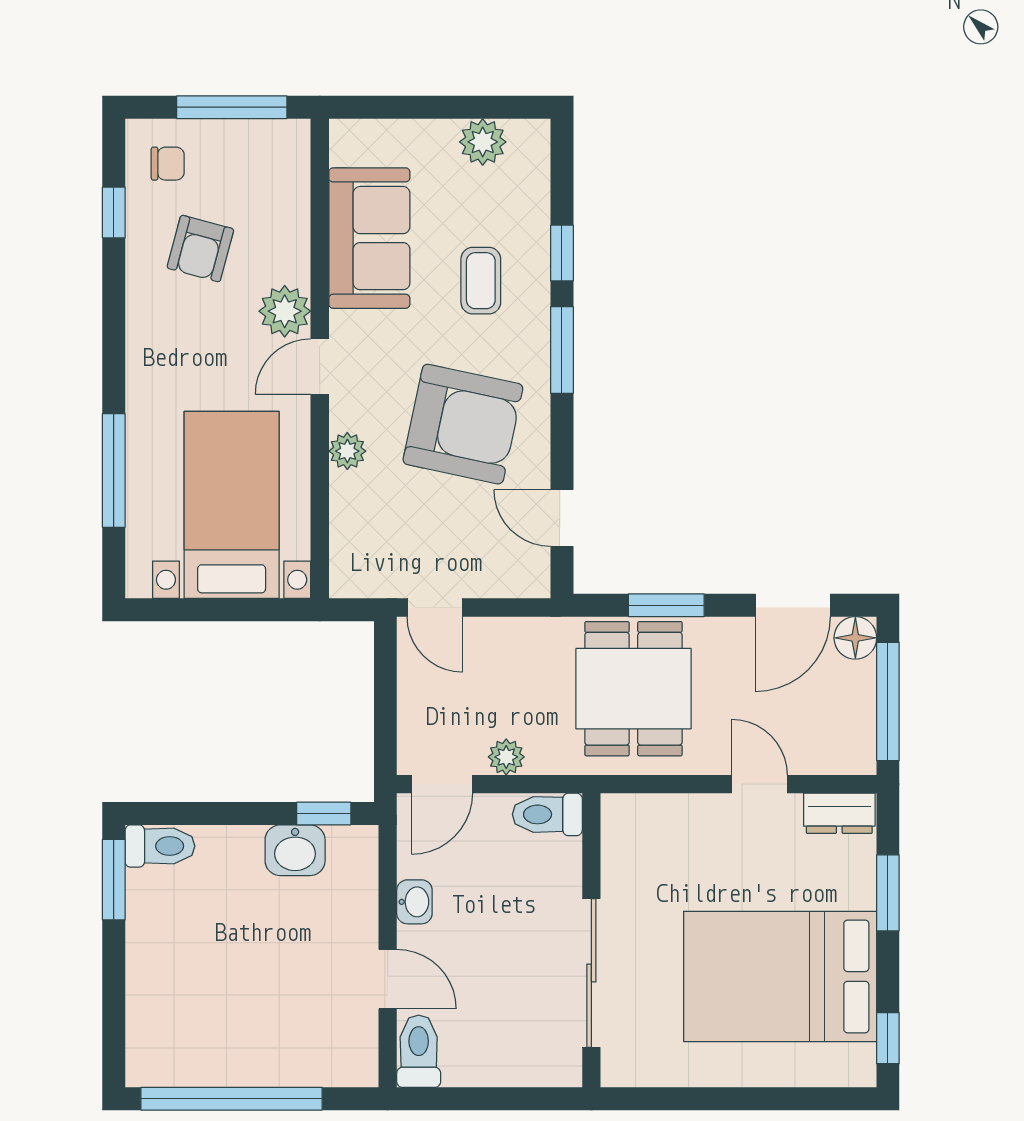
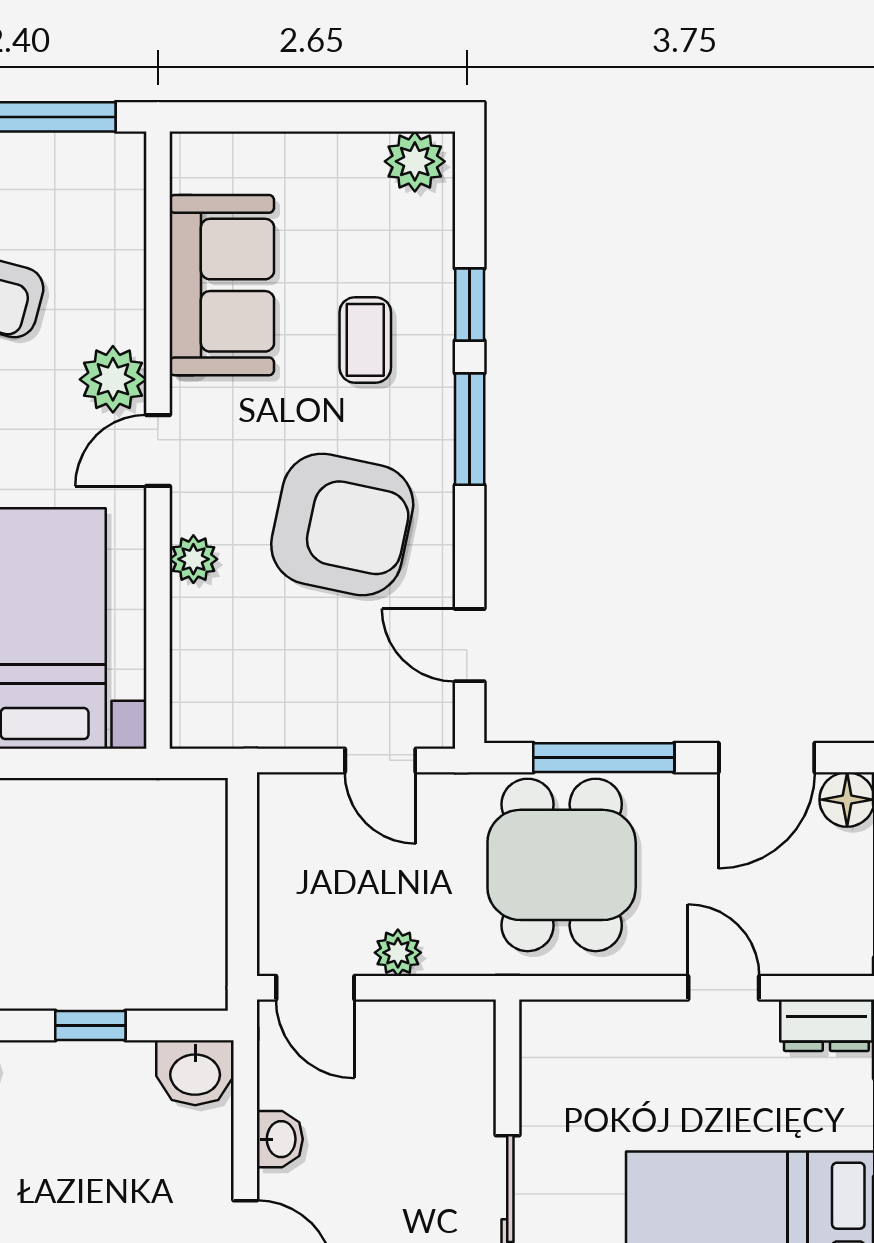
plant: (483, 142) -> (415, 161), moved
window: (666, 605) -> (604, 758), width x1.44
door: (435, 608) -> (380, 760), moved
door: (442, 784) -> (315, 988), hinge flipped
window: (324, 814) -> (90, 1026), moved
toilet: (547, 814) -> (451, 1027), removed
washbasin: (295, 850) -> (195, 1073), moved

